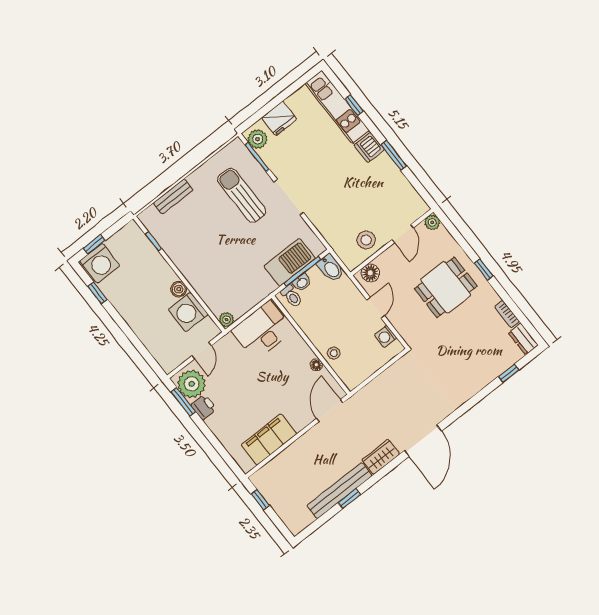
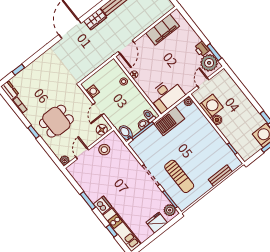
barbecue: (290, 262) -> (169, 121), moved

